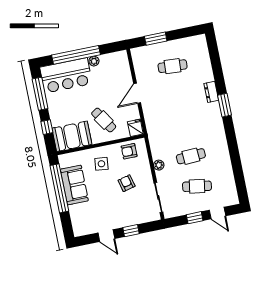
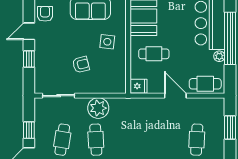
cafe table: (121, 69) -> (205, 84), added
cafe table: (104, 120) -> (154, 54), turned 33
armchair: (129, 151) -> (45, 14), moved
plant: (159, 165) -> (98, 108), width x1.88, depth x1.88

